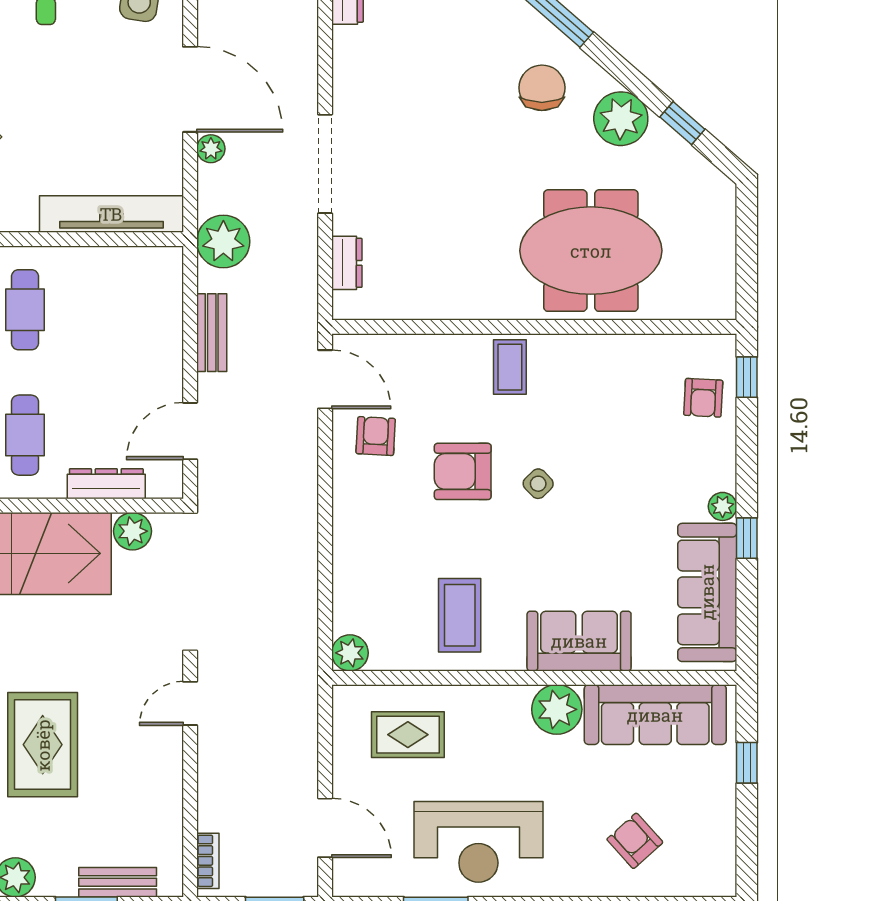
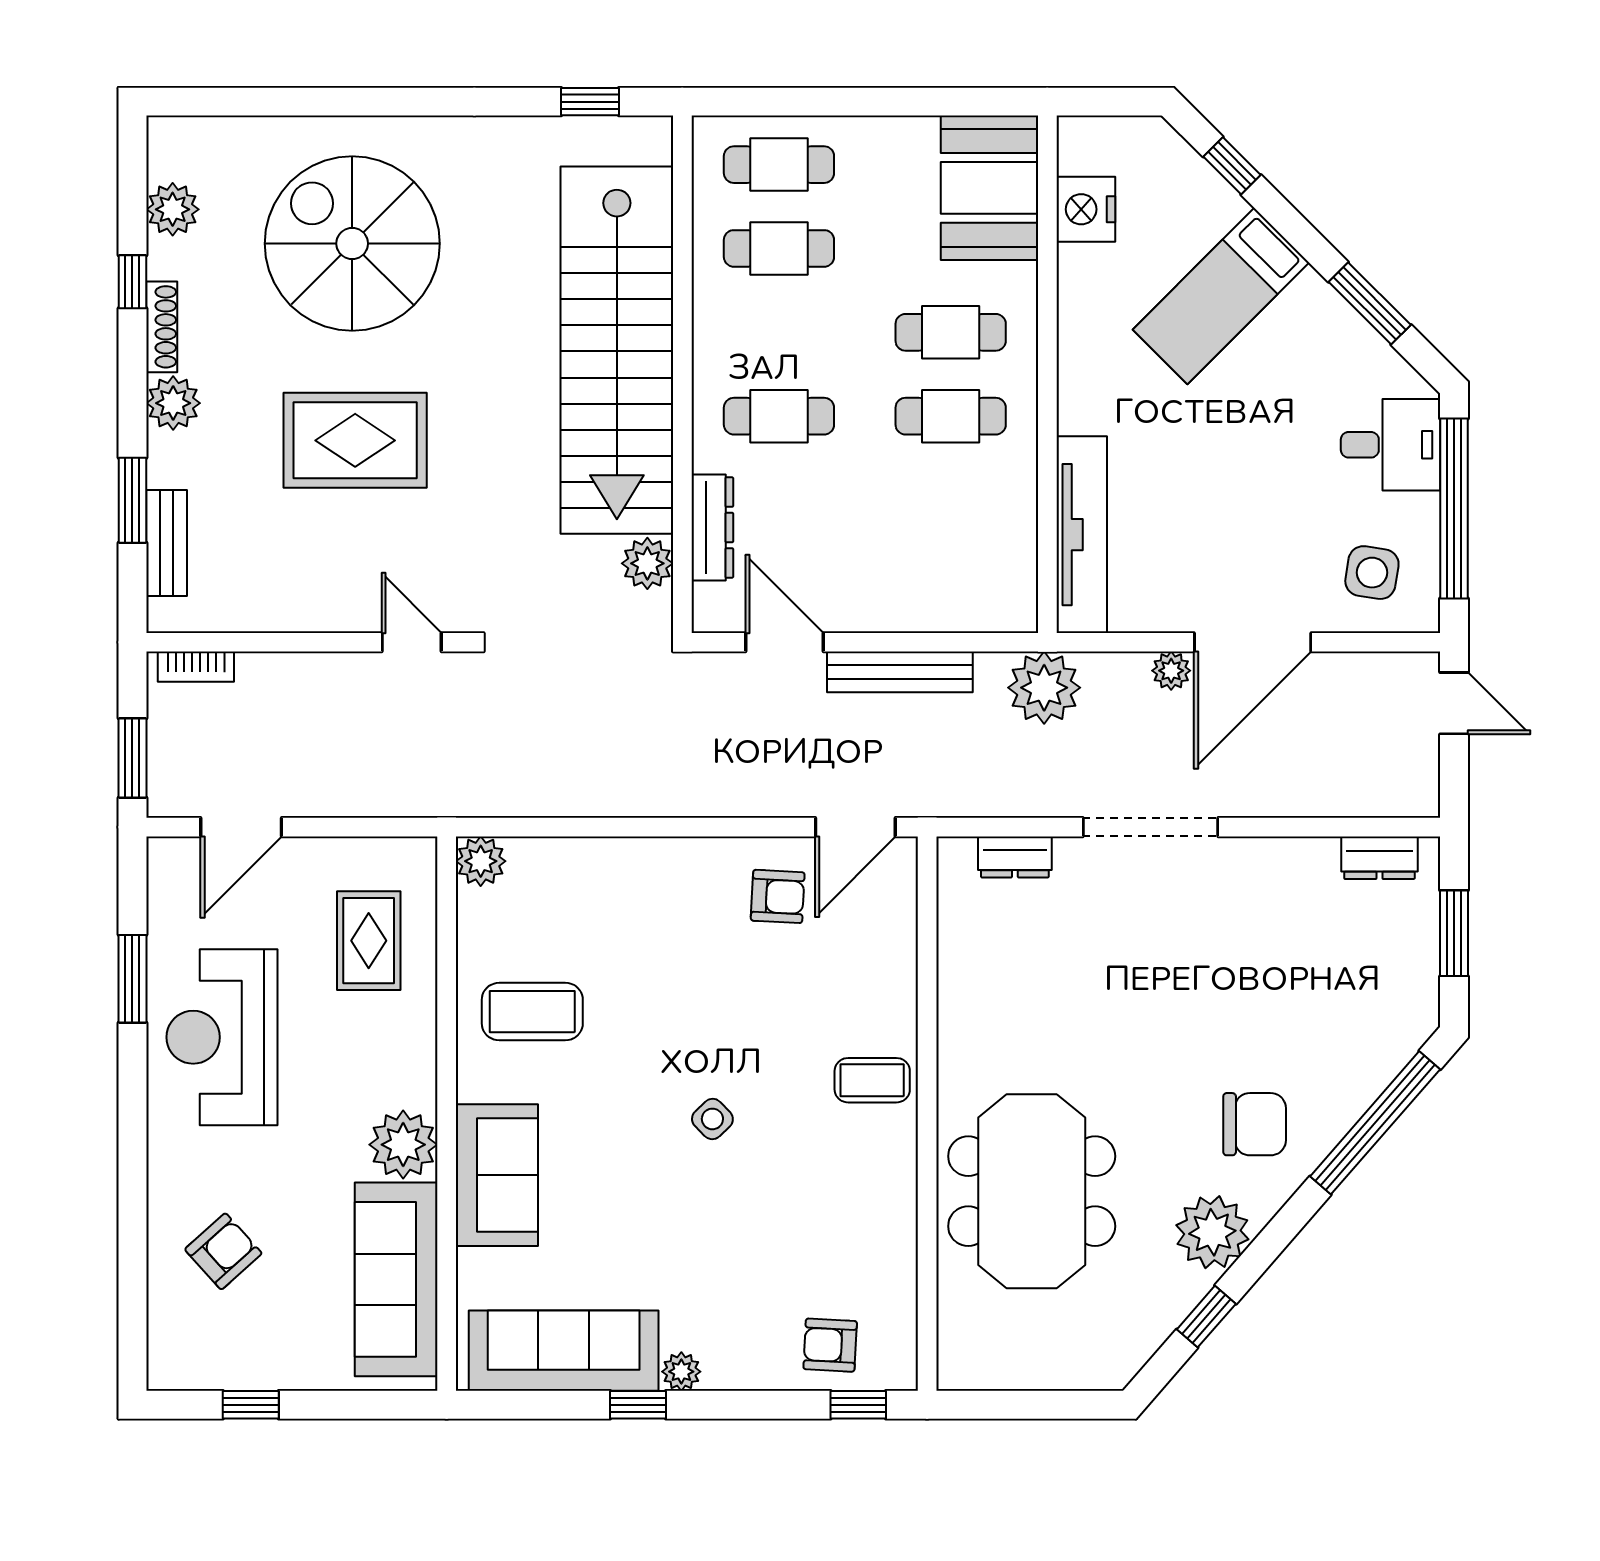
bench: (212, 333) -> (900, 672), width x1.36
armchair: (463, 471) -> (729, 1016), removed
window: (747, 763) -> (251, 1405), moved

